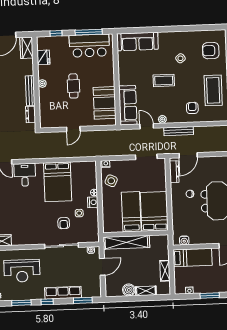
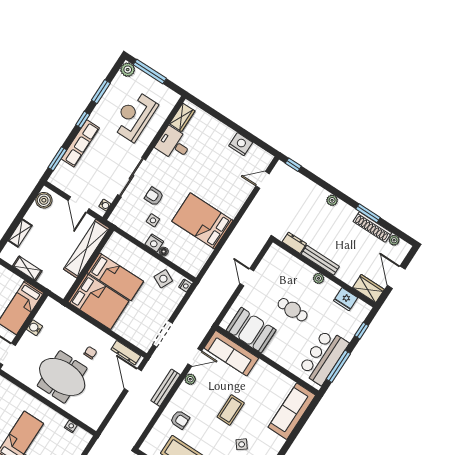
desk: (25, 175) -> (174, 144), moved, turned 180
water cooler: (184, 240) -> (35, 328), moved
boiler: (129, 290) -> (44, 200), moved

